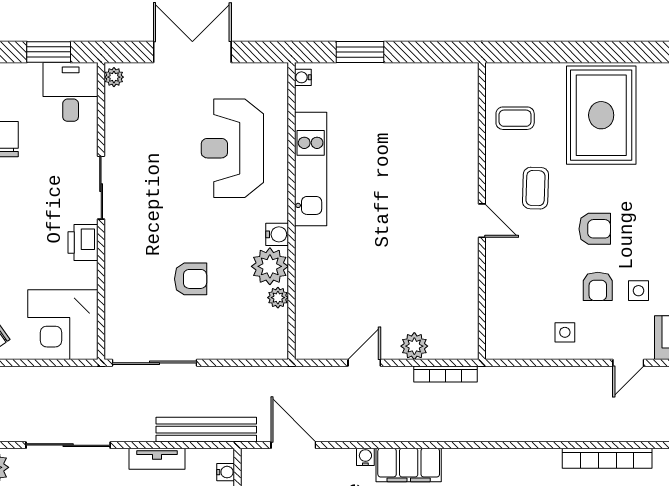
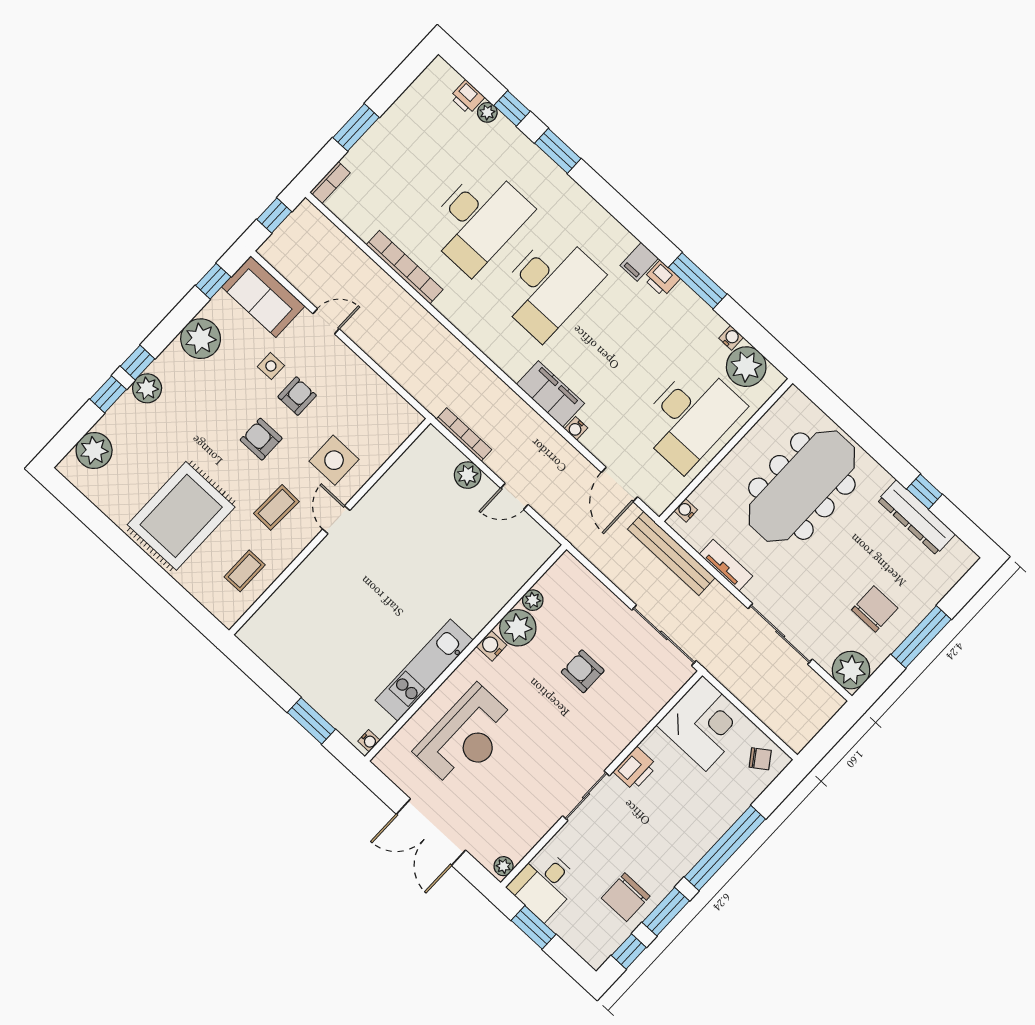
coffee table: (515, 118) -> (245, 571), turned 90
side table: (565, 332) -> (334, 460), moved, width x1.87, depth x1.87

